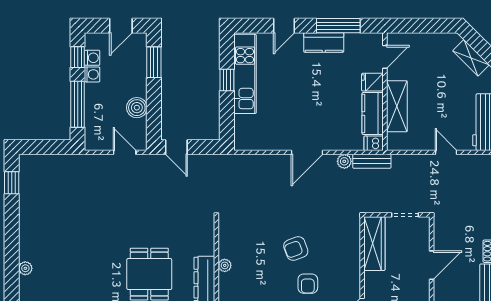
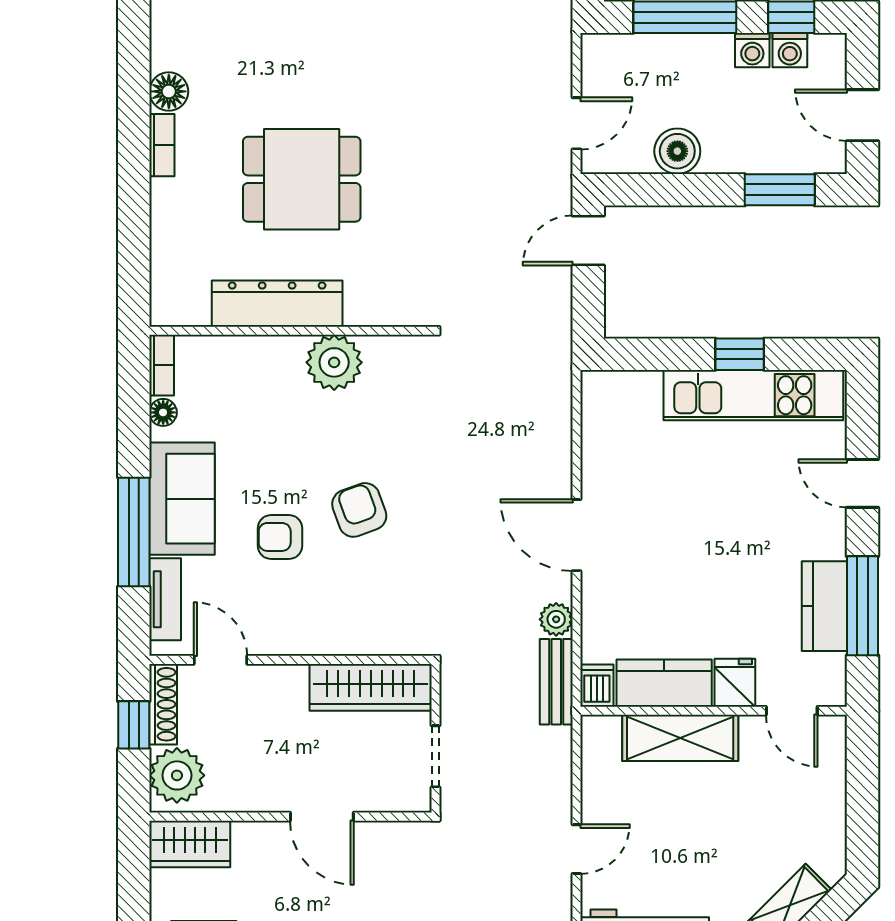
kitchen counter: (324, 42) -> (824, 606), moved
plant: (225, 265) -> (334, 362), width x1.88, depth x1.88

